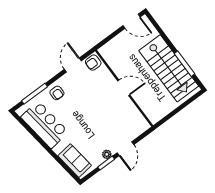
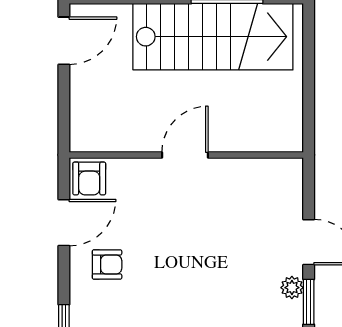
door: (73, 65) -> (64, 223), swing flipped
armchair: (57, 93) -> (107, 264), moved

